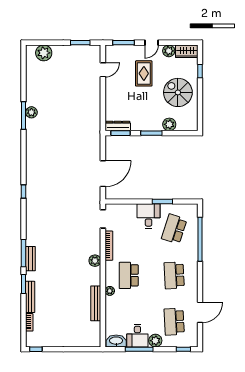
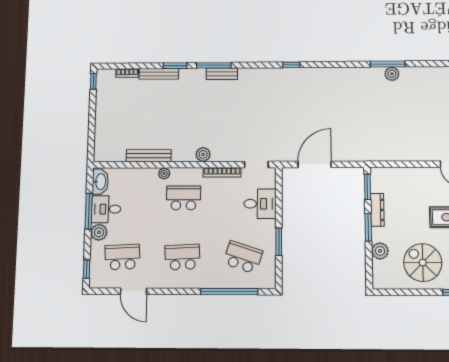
spiral stairs: (178, 92) -> (423, 263), turned -90
dresser: (118, 126) -> (377, 210), moved
door: (103, 174) -> (315, 164), swing flipped
desk: (149, 216) -> (260, 204), moved
bench: (30, 259) -> (222, 74), moved

